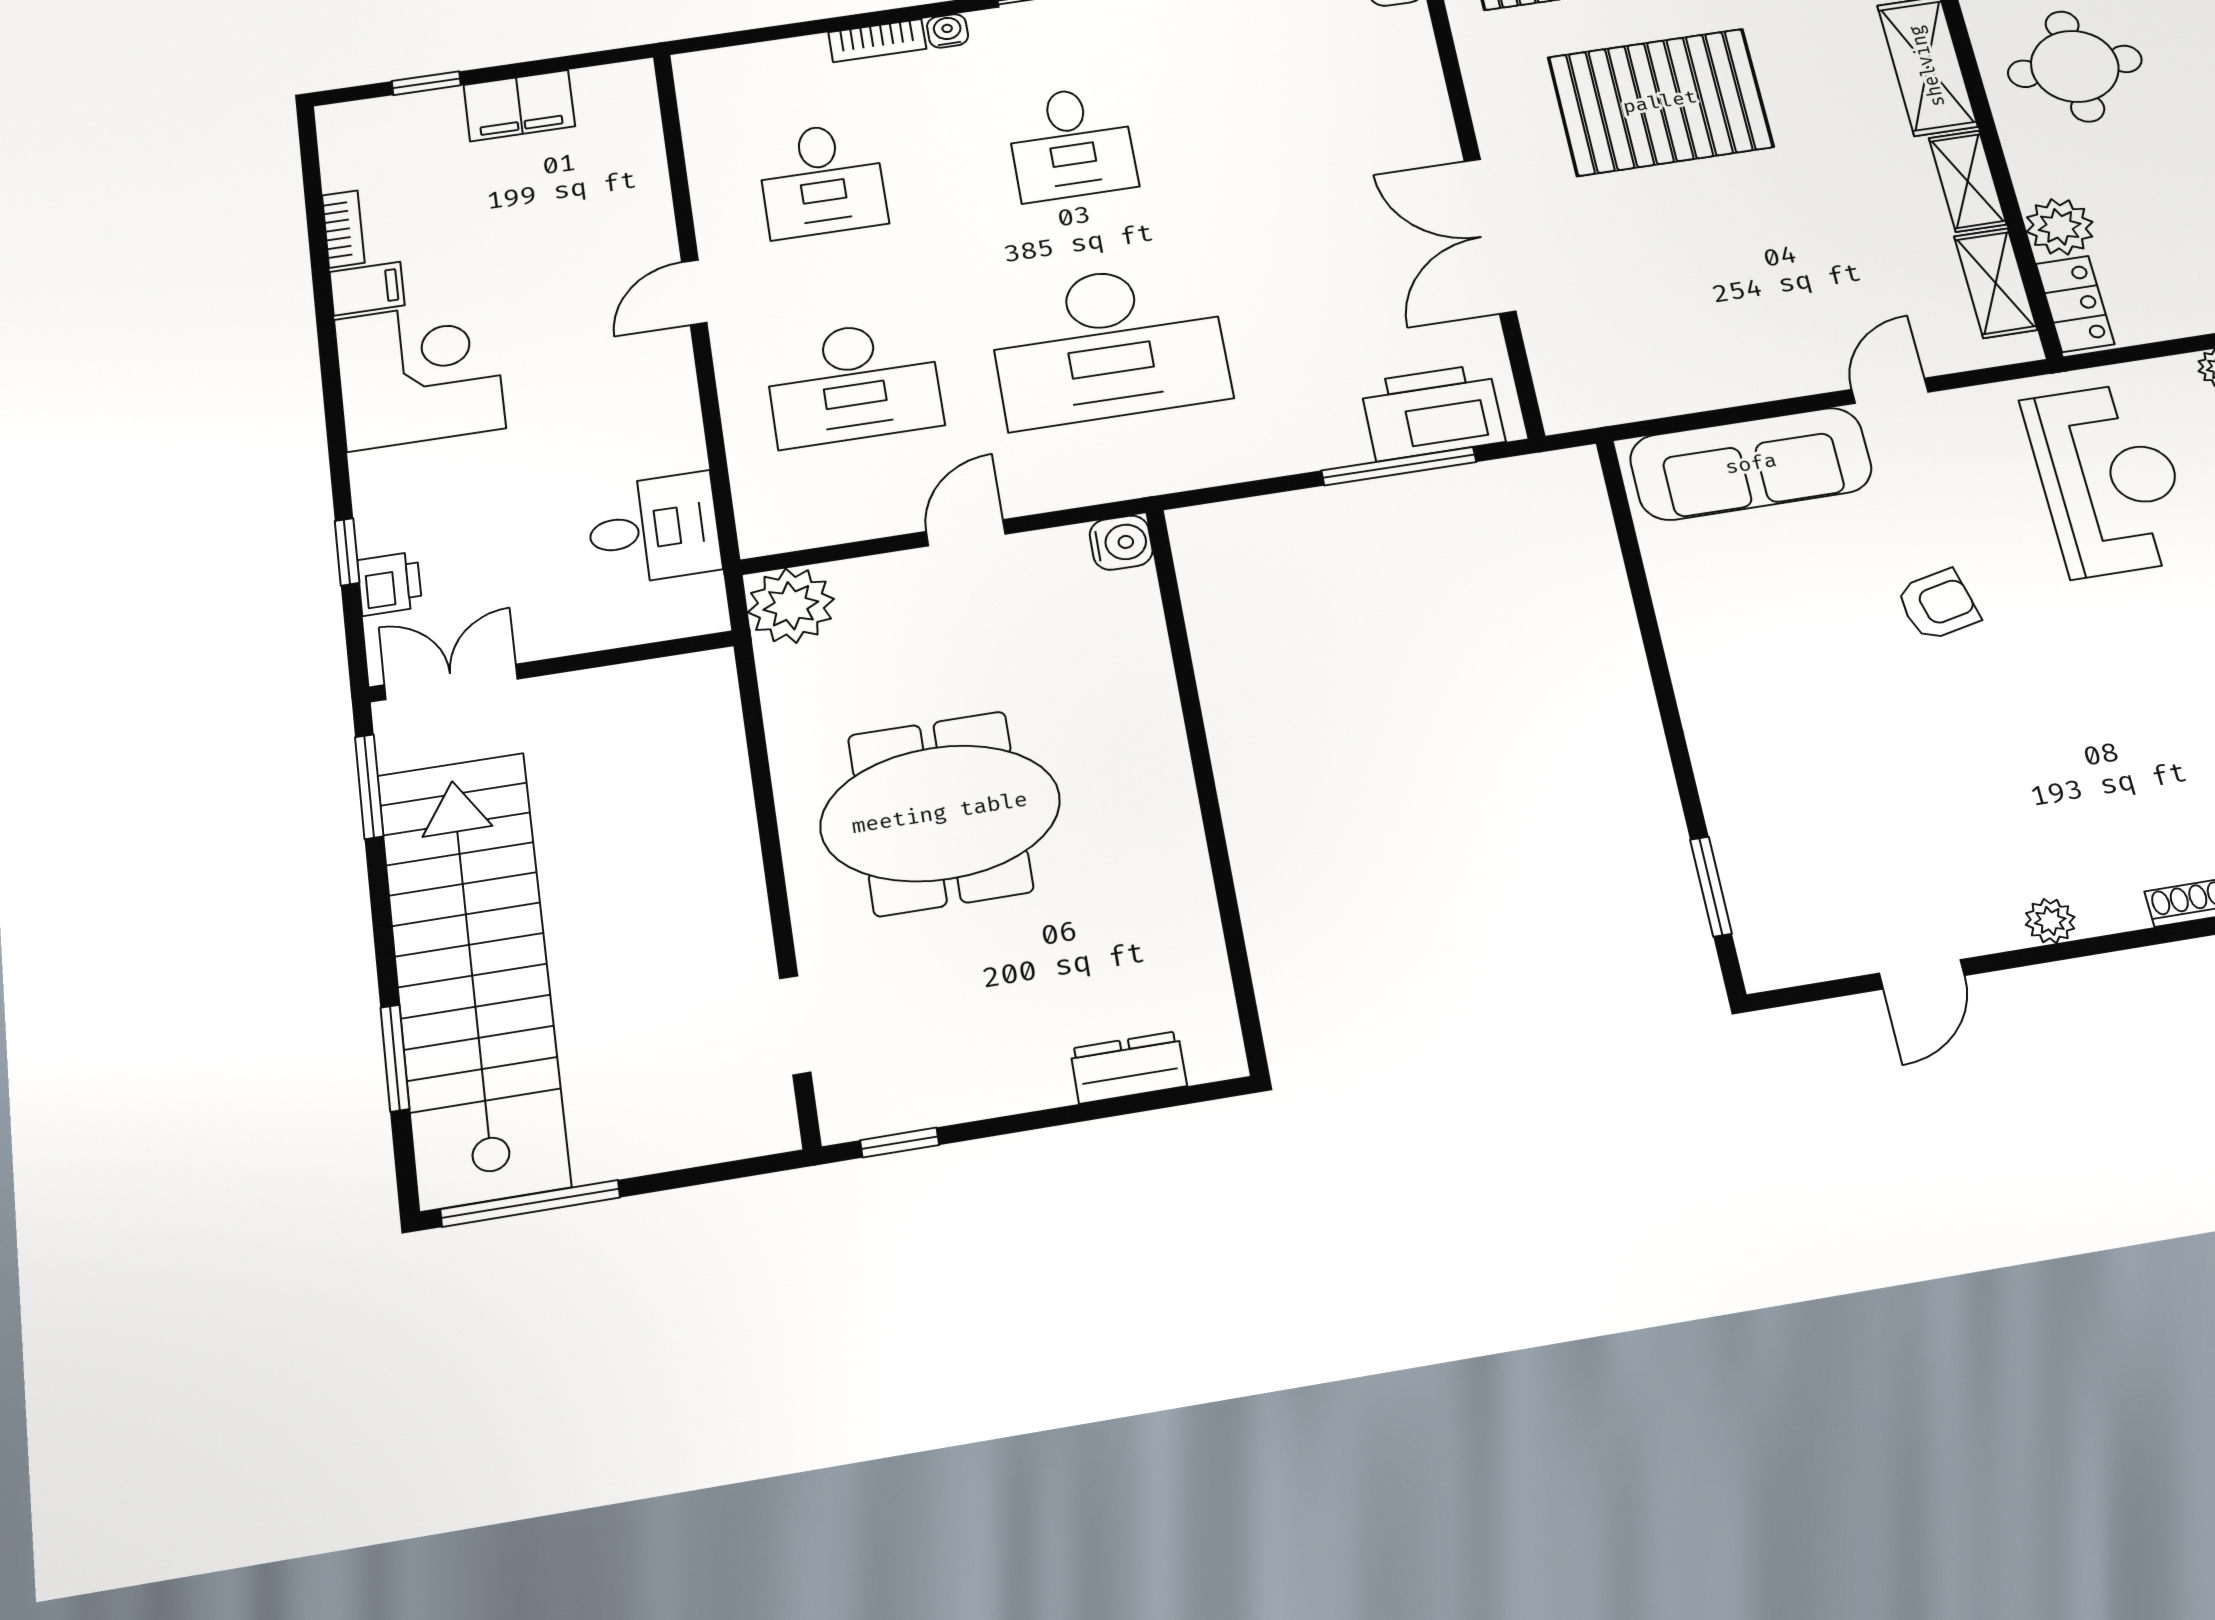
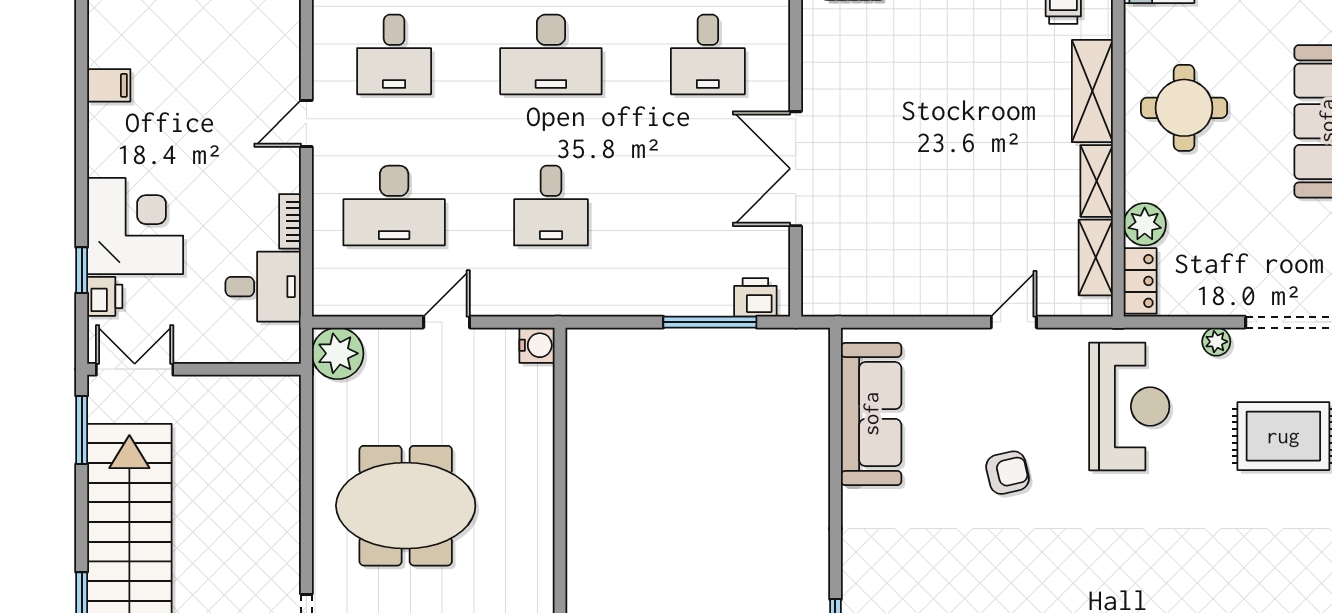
pallet: (1660, 102) -> (920, 89), removed
desk: (1318, 107) -> (708, 54), added
desk: (1071, 143) -> (551, 54), width x1.37
bookcase: (343, 229) -> (290, 221), moved, turned 180
desk: (1108, 344) -> (551, 206), width x0.53, depth x0.77
corner desk: (420, 374) -> (135, 226), moved
printer: (1432, 412) -> (755, 297), width x0.53, depth x0.68
sofa: (1751, 464) -> (871, 414), moved, turned -90

